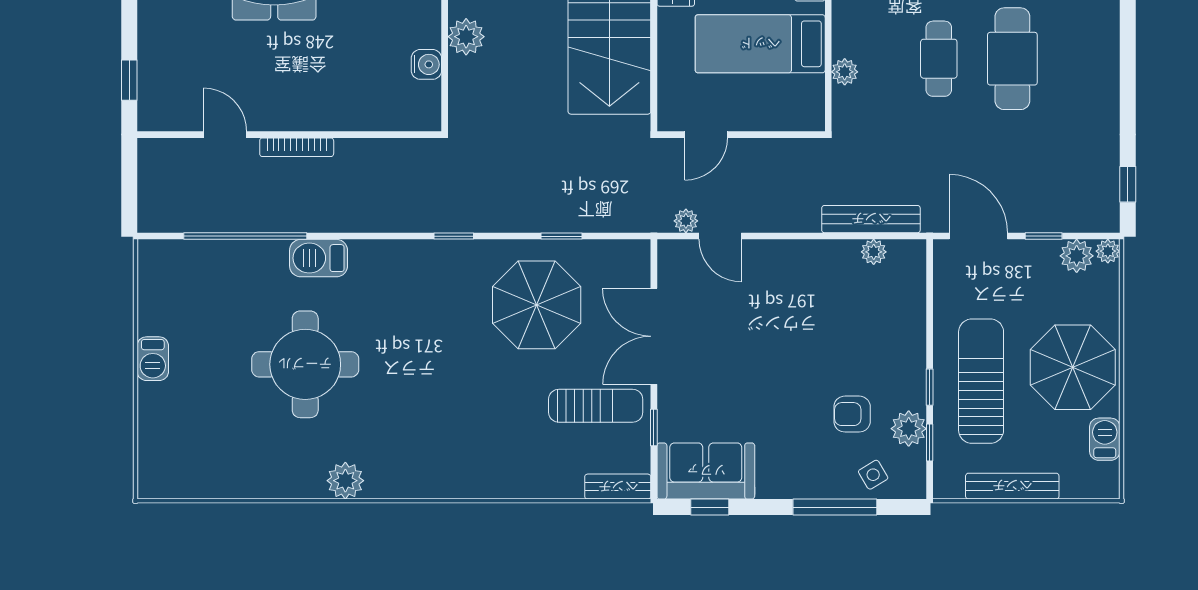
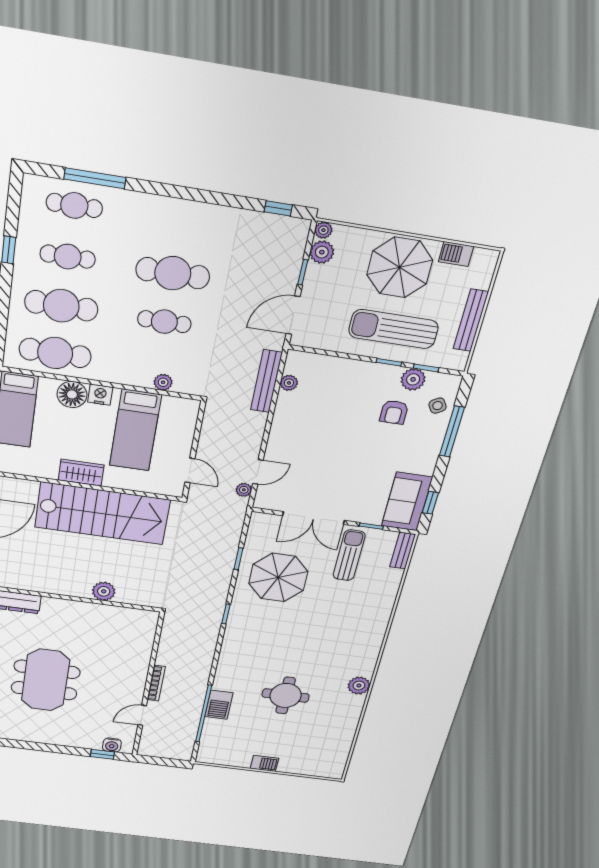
water cooler: (426, 64) -> (112, 745), moved, turned 180
barbecue: (319, 258) -> (219, 705), moved
round table: (305, 364) -> (286, 695), width x0.73, depth x0.73

